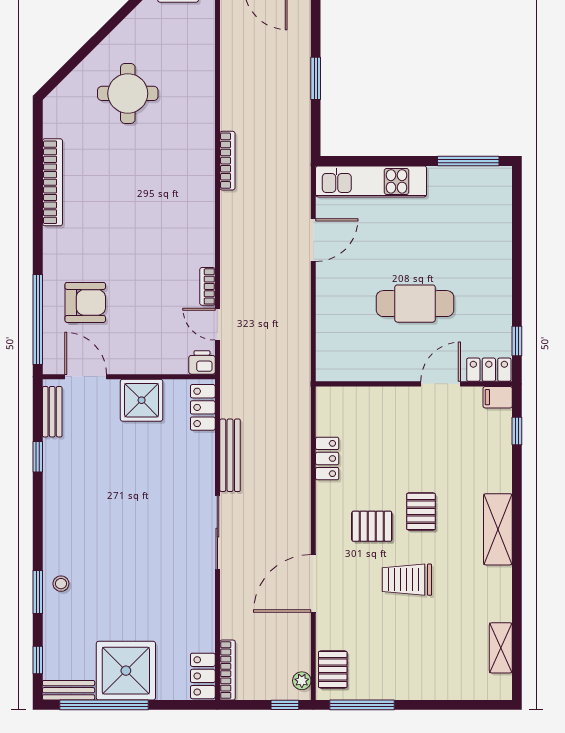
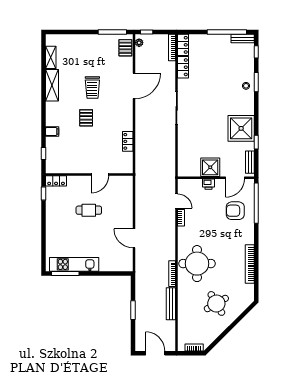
round table: (128, 93) -> (216, 303), turned -30
kitchen unit: (371, 181) -> (74, 264), moved
round table: (171, 183) -> (197, 264), added
door: (313, 240) -> (134, 238), hinge flipped
cafe table: (415, 304) -> (89, 210), width x0.73, depth x0.74
printer: (202, 362) -> (208, 184), moved
door: (86, 377) -> (235, 178), hinge flipped
door: (441, 384) -> (100, 175), moved
filing cabinet: (498, 397) -> (52, 132), moved
locker: (203, 407) -> (183, 67), moved
bench: (230, 455) -> (171, 304), moved
pallet: (372, 526) -> (108, 111), removed
shelving: (498, 529) -> (52, 85), moved
trolley: (407, 580) -> (92, 88), turned 90
shower: (126, 671) -> (241, 128), moved

